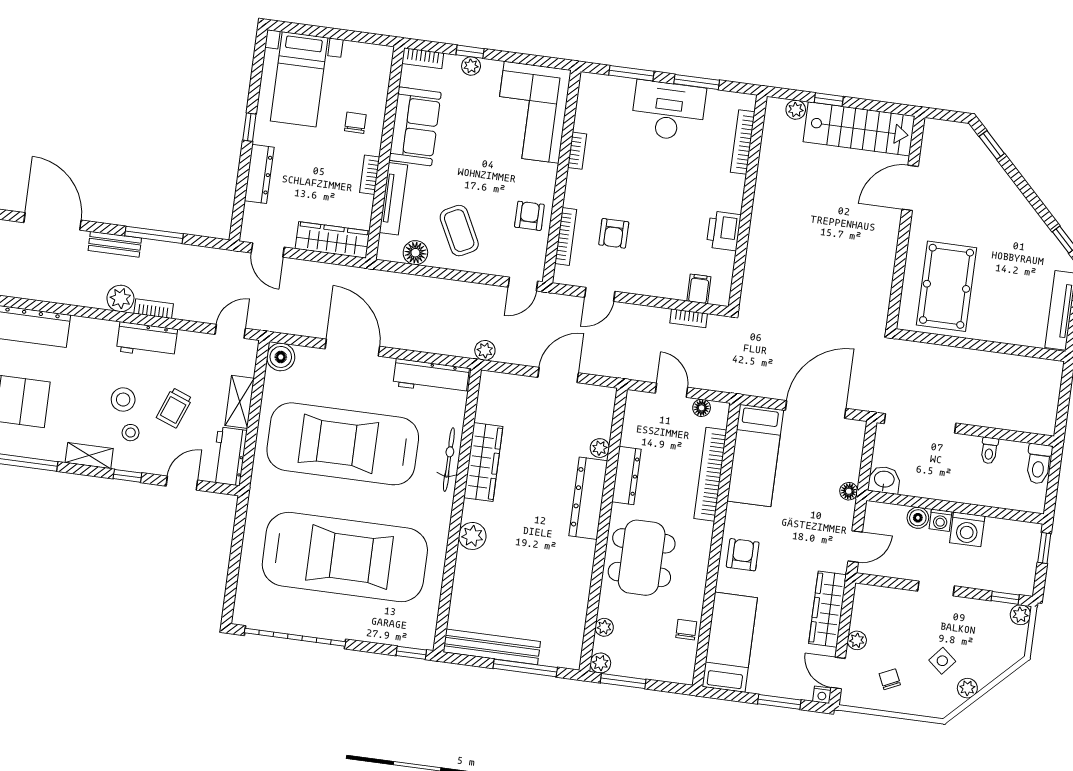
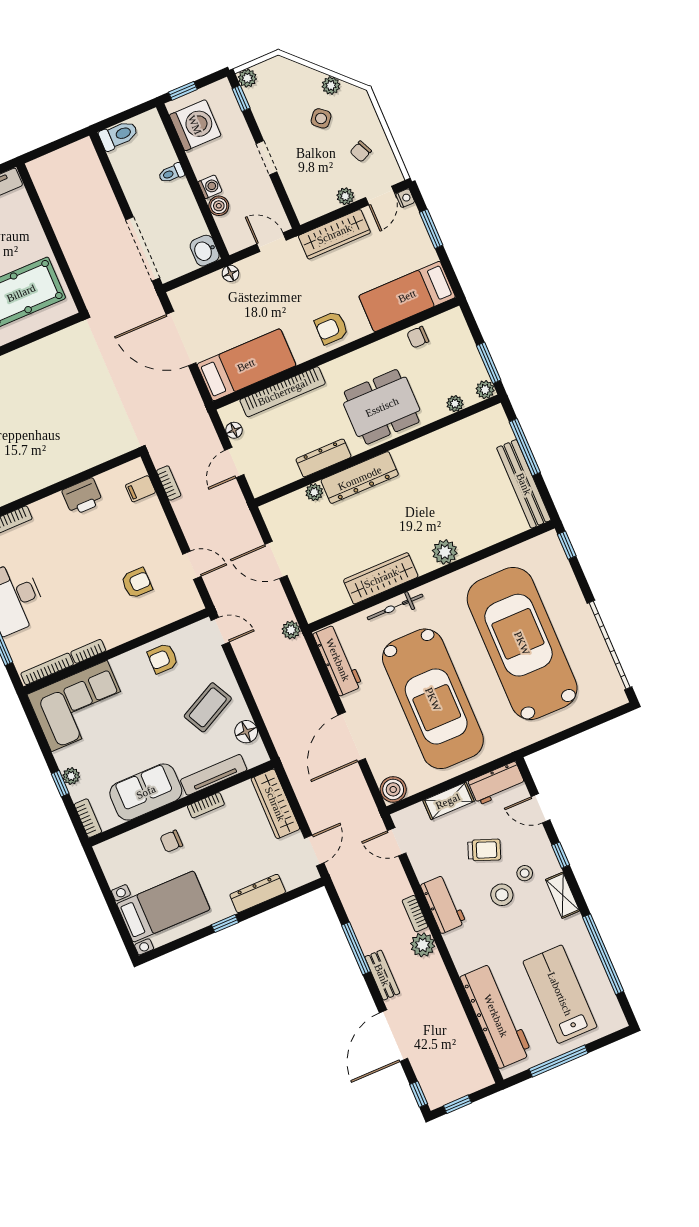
bookcase: (566, 237) -> (47, 669), moved
toilet: (989, 451) -> (171, 173), moved, turned 180
washing machine: (967, 529) -> (195, 125), moved, width x1.37, depth x1.37

